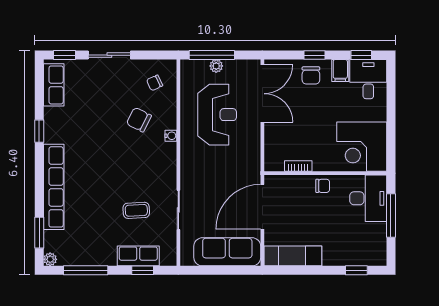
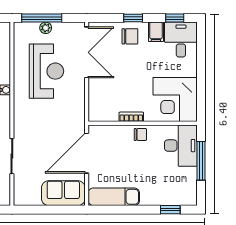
chair: (311, 75) -> (130, 36), turned -90
bookcase: (298, 166) -> (131, 117), moved
sofa: (227, 252) -> (63, 193), width x0.73

